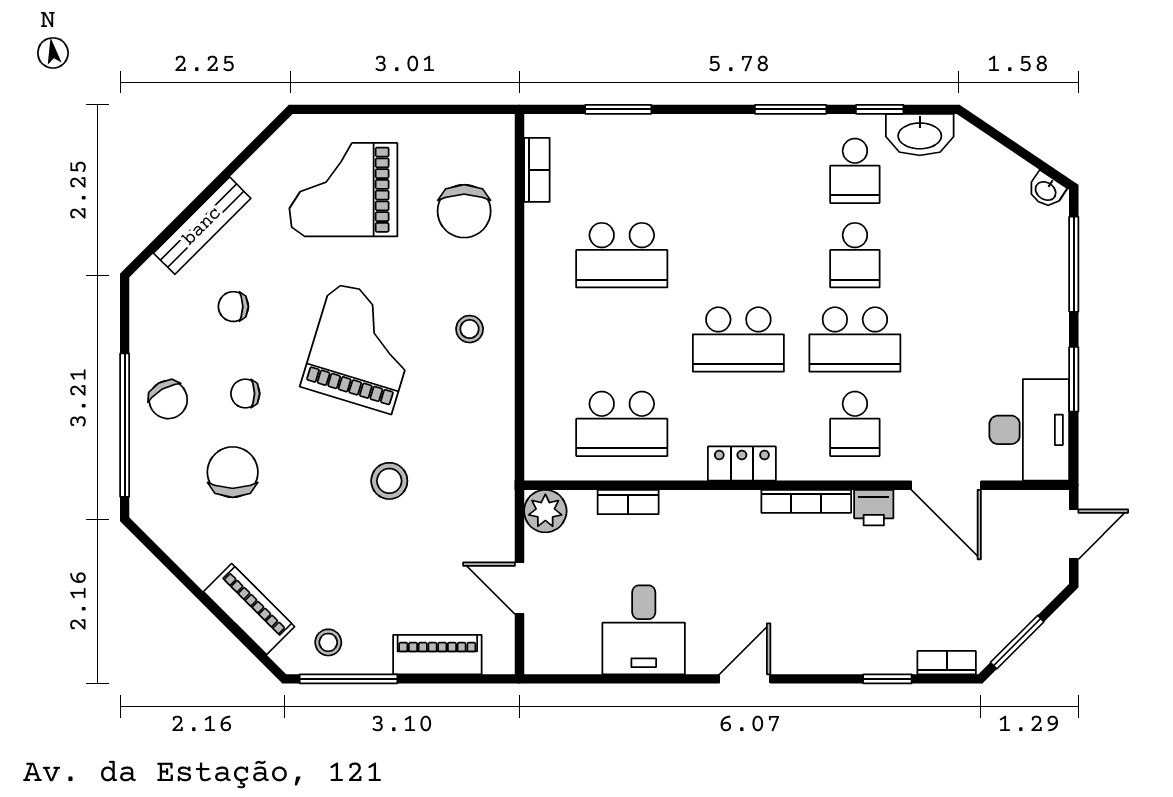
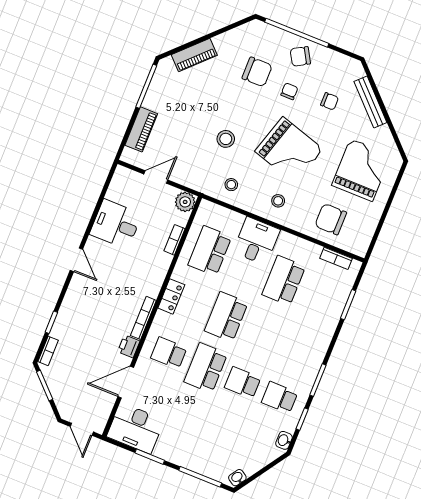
washbasin: (920, 135) -> (284, 440), width x0.52, depth x0.69
chair: (233, 307) -> (330, 101), turned 90
desk: (566, 340) -> (256, 241), added
stool: (328, 642) -> (231, 185), moved

